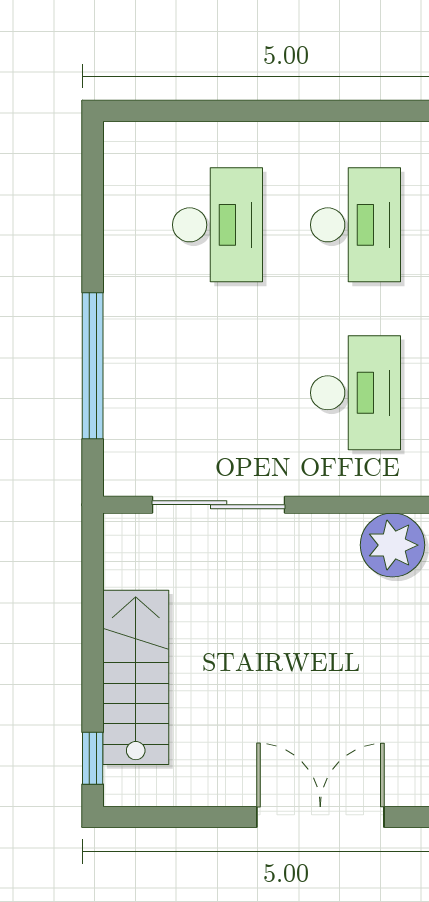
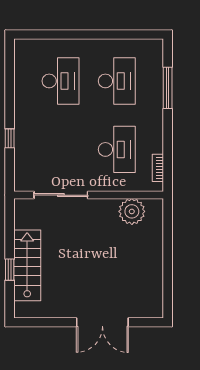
window: (93, 366) -> (10, 138), width x0.32
window: (93, 758) -> (10, 270), moved
double door: (320, 817) -> (102, 322), swing flipped

